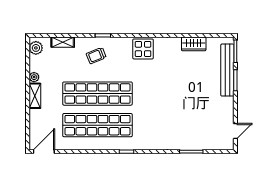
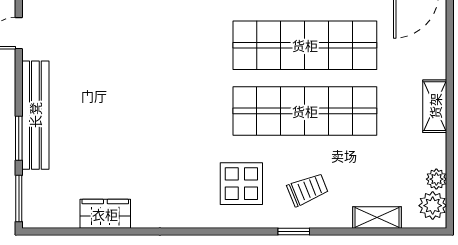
display table: (143, 49) -> (241, 184), moved
bench: (227, 70) -> (35, 115), moved
plant: (34, 77) -> (436, 179), moved

